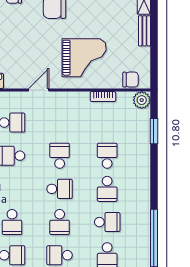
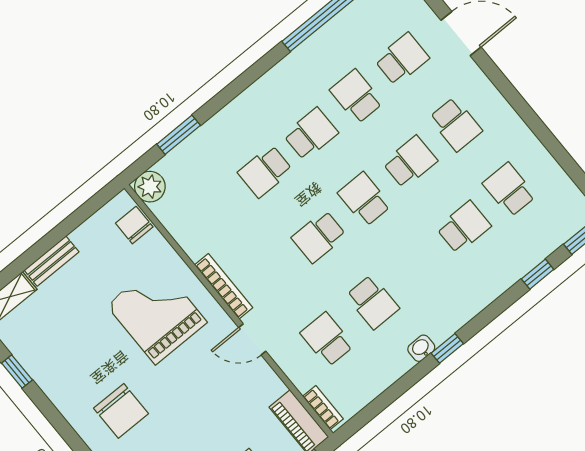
bookcase: (103, 97) -> (224, 286), moved, width x1.56

